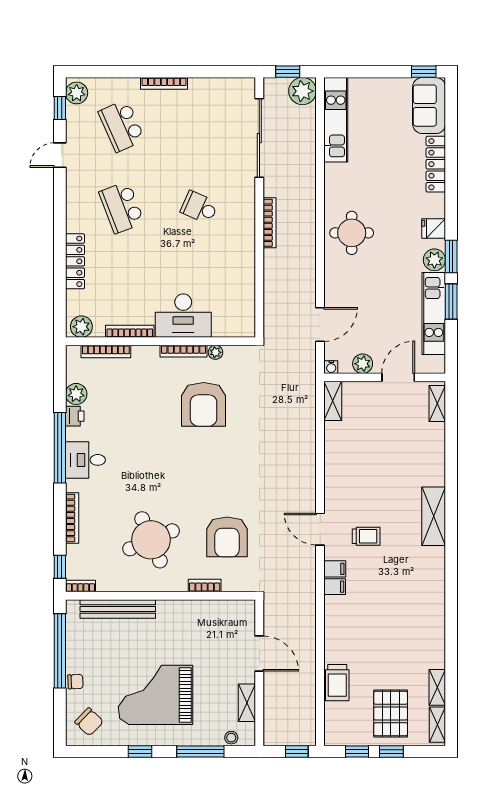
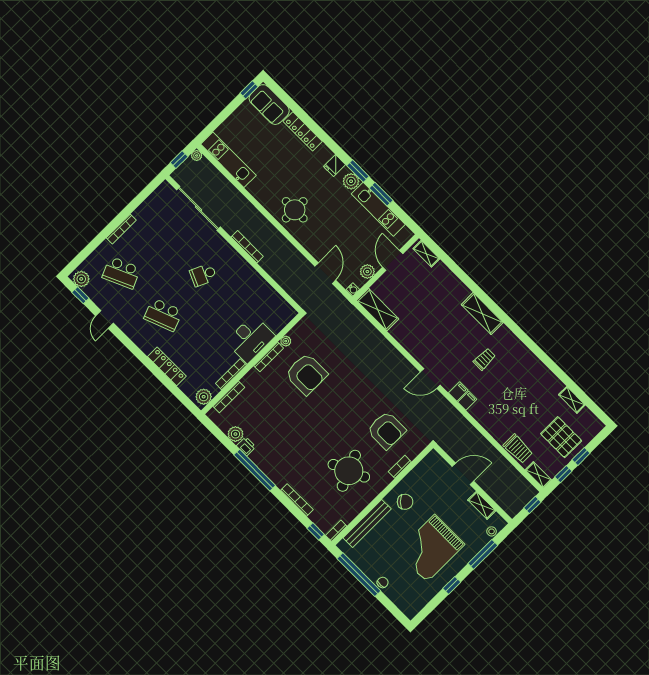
plant: (302, 91) -> (197, 155), width x0.53, depth x0.53
shelving: (333, 401) -> (378, 310), width x1.50, depth x1.33
desk: (85, 460) -> (274, 463), removed
trolley: (366, 536) -> (484, 359), moved
chair: (89, 722) -> (405, 502), moved
shelving: (437, 725) -> (538, 475), moved

